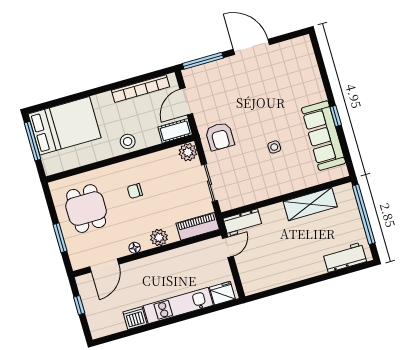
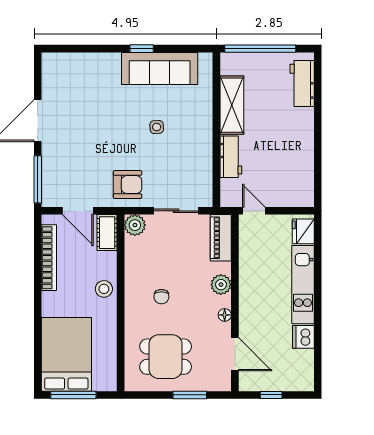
workbench: (243, 222) -> (231, 157), moved

